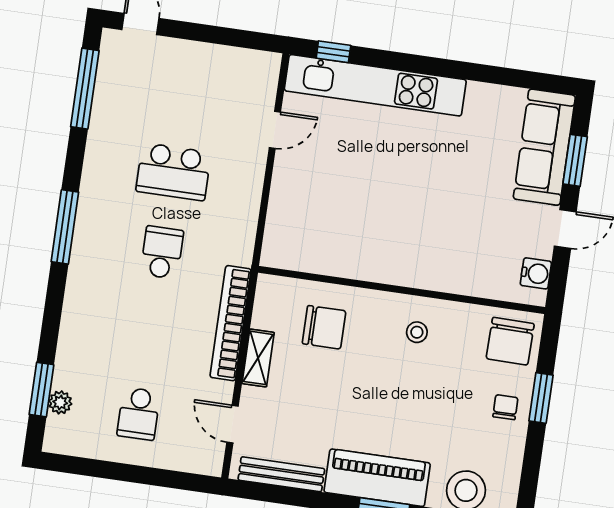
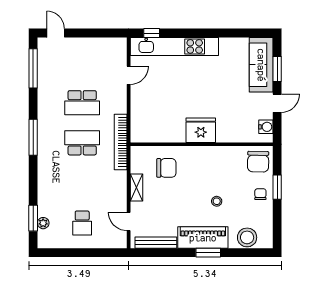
school desk: (162, 252) -> (82, 143), width x1.85
fridge: (404, 261) -> (201, 130), added
bookcase: (231, 323) -> (121, 142), moved
stool: (417, 332) -> (217, 201), moved

